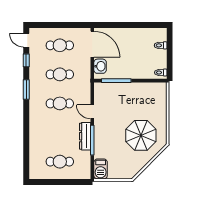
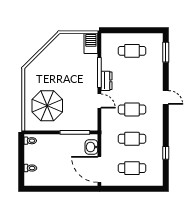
door: (26, 40) -> (166, 97), moved
window: (26, 89) -> (166, 52), moved
parasol: (141, 135) -> (47, 106), moved
dresser: (85, 136) -> (106, 81), width x0.70

